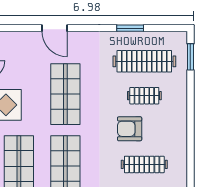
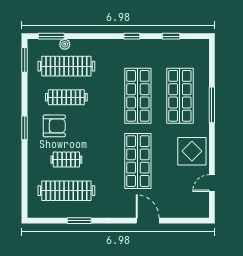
window: (190, 57) -> (25, 128), moved
armchair: (130, 129) -> (54, 126), moved

